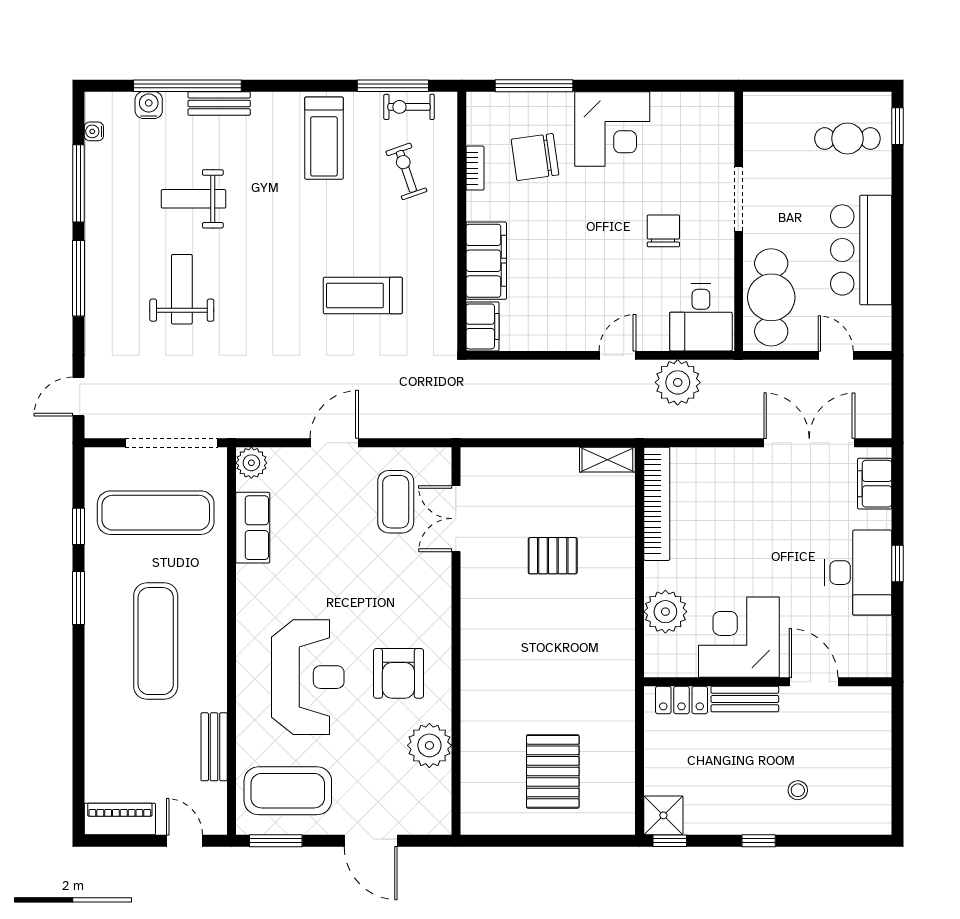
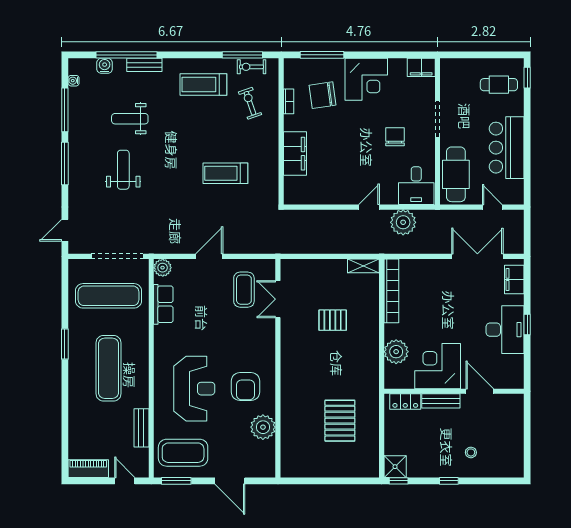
treadmill: (324, 138) -> (203, 84), turned 90
filing cabinet: (482, 326) -> (421, 67), moved, turned 90
window: (78, 526) -> (65, 304), removed
pallet: (553, 771) -> (340, 421), moved

